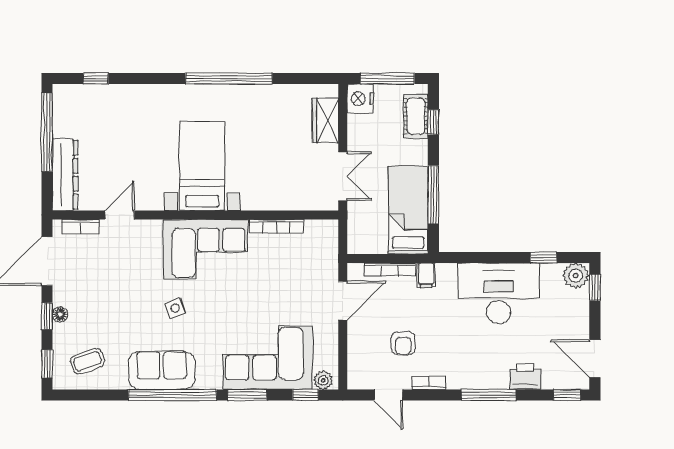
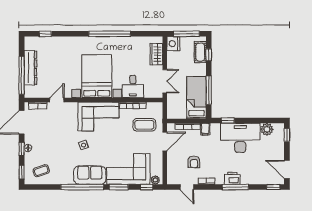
window: (47, 132) -> (22, 75), moved
bed with nightstands: (202, 166) -> (97, 76), width x1.36
dresser: (65, 175) -> (30, 68), moved
desk: (277, 187) -> (133, 87), added
window: (544, 257) -> (228, 121), moved
coffee table: (301, 266) -> (144, 125), added
plant: (576, 276) -> (267, 129), moved
sofa: (162, 370) -> (90, 175), moved
printer: (525, 377) -> (232, 178), moved

